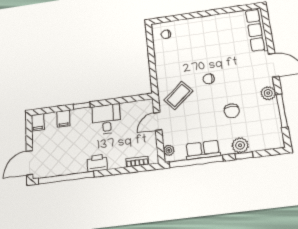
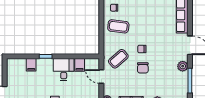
coffee table: (174, 56) -> (118, 26), added
chair: (232, 111) -> (143, 68), moved
door: (158, 121) -> (101, 77), hinge flipped
filing cabinet: (38, 122) -> (80, 65), moved

